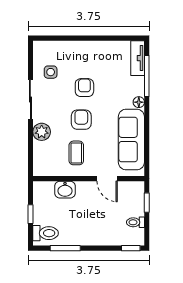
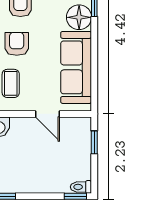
floor lamp: (139, 102) -> (79, 17), width x1.89, depth x1.89
toilet: (135, 222) -> (81, 187), moved

